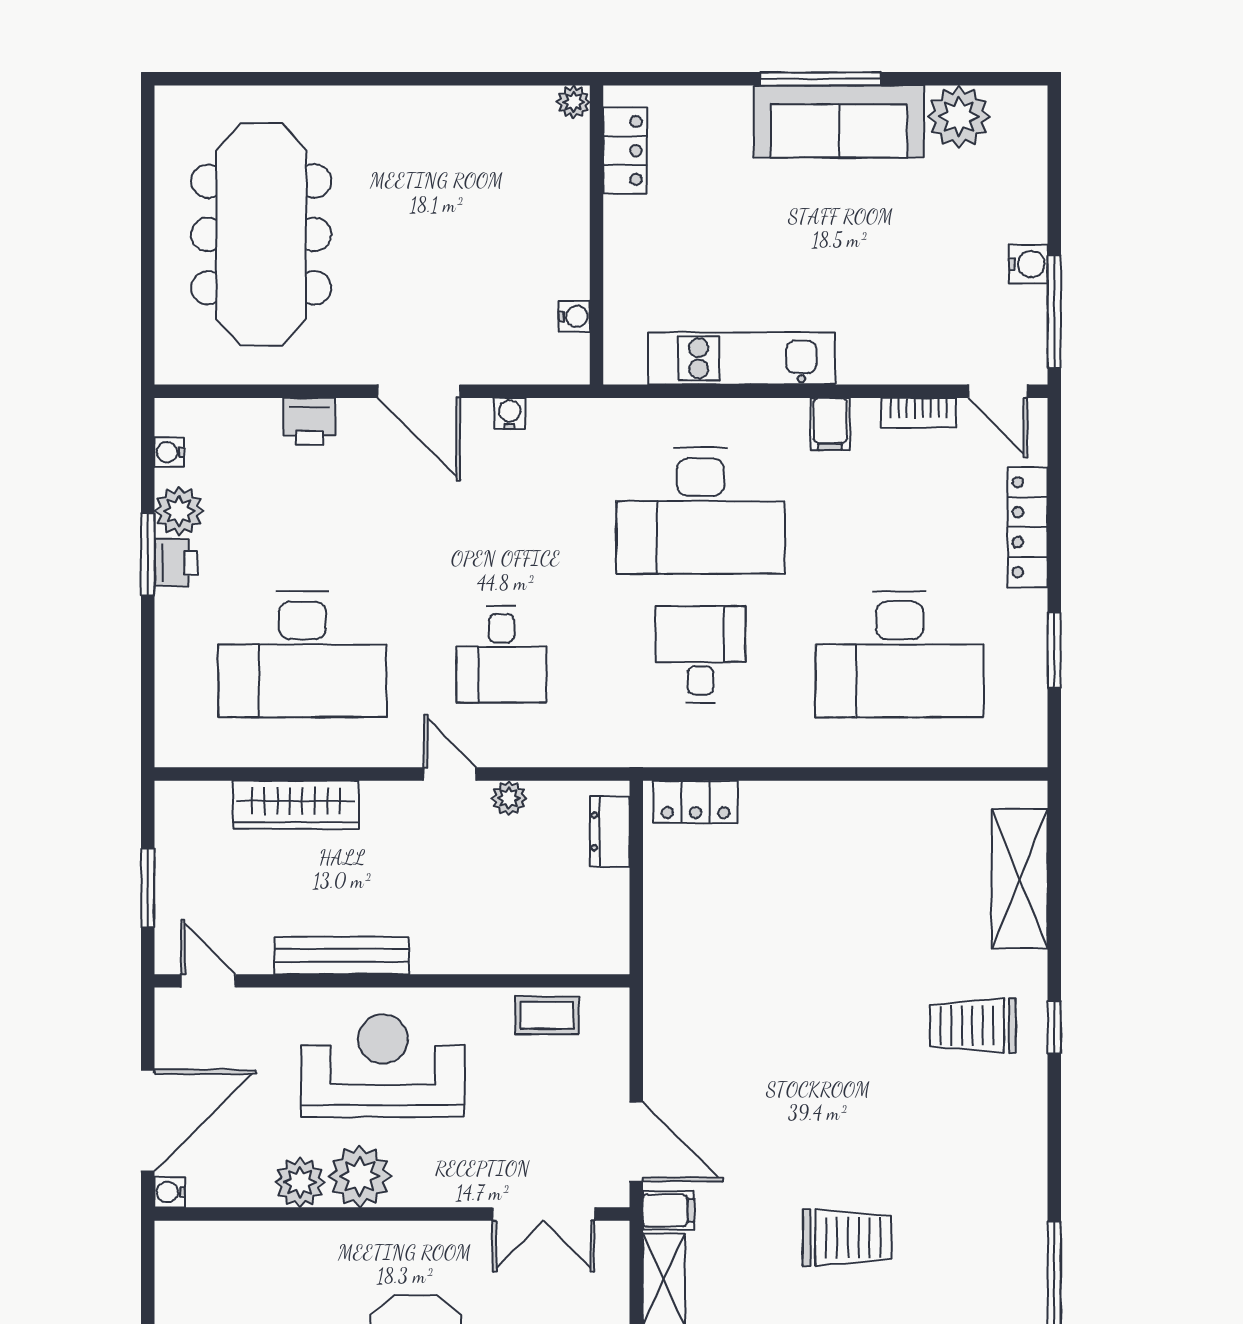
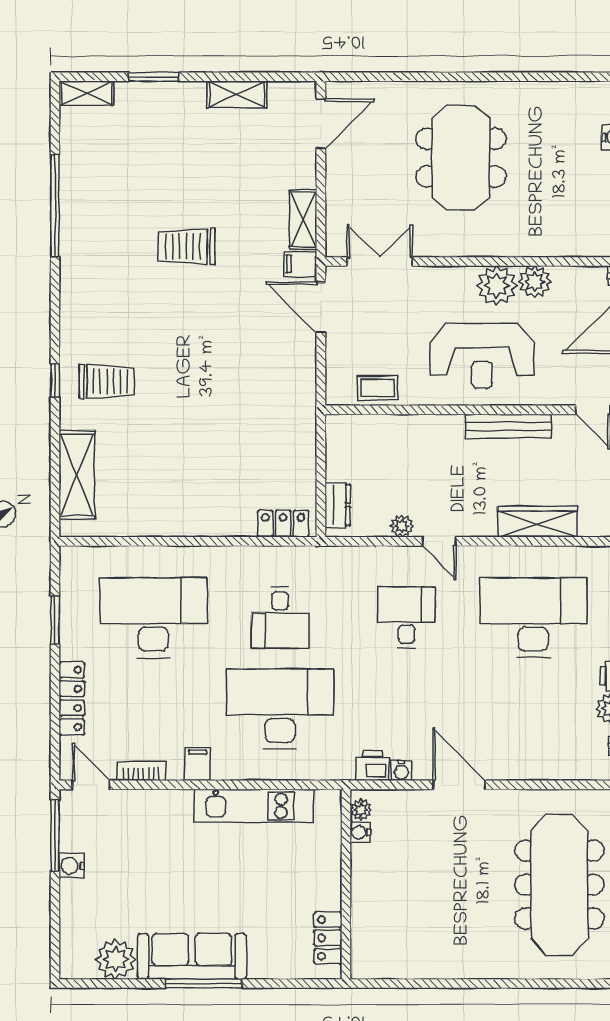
plant: (573, 102) -> (361, 810), moved
printer: (309, 421) -> (373, 766), moved

